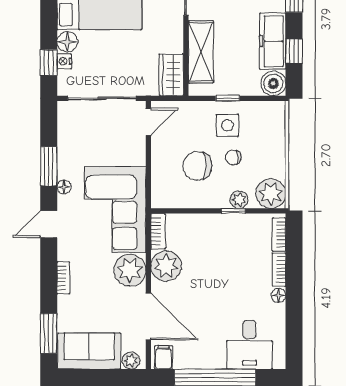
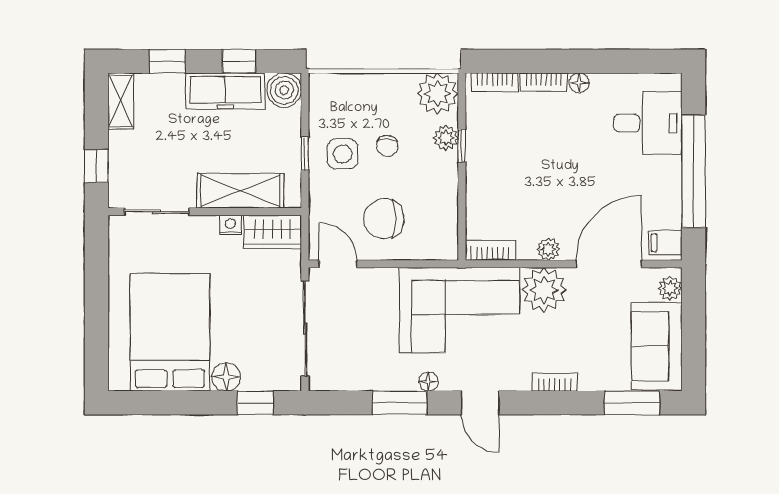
nightstand: (64, 61) -> (230, 225), moved, turned 180
chair: (197, 166) -> (384, 219), moved, turned 90
plant: (166, 266) -> (548, 249), width x0.53, depth x0.53

